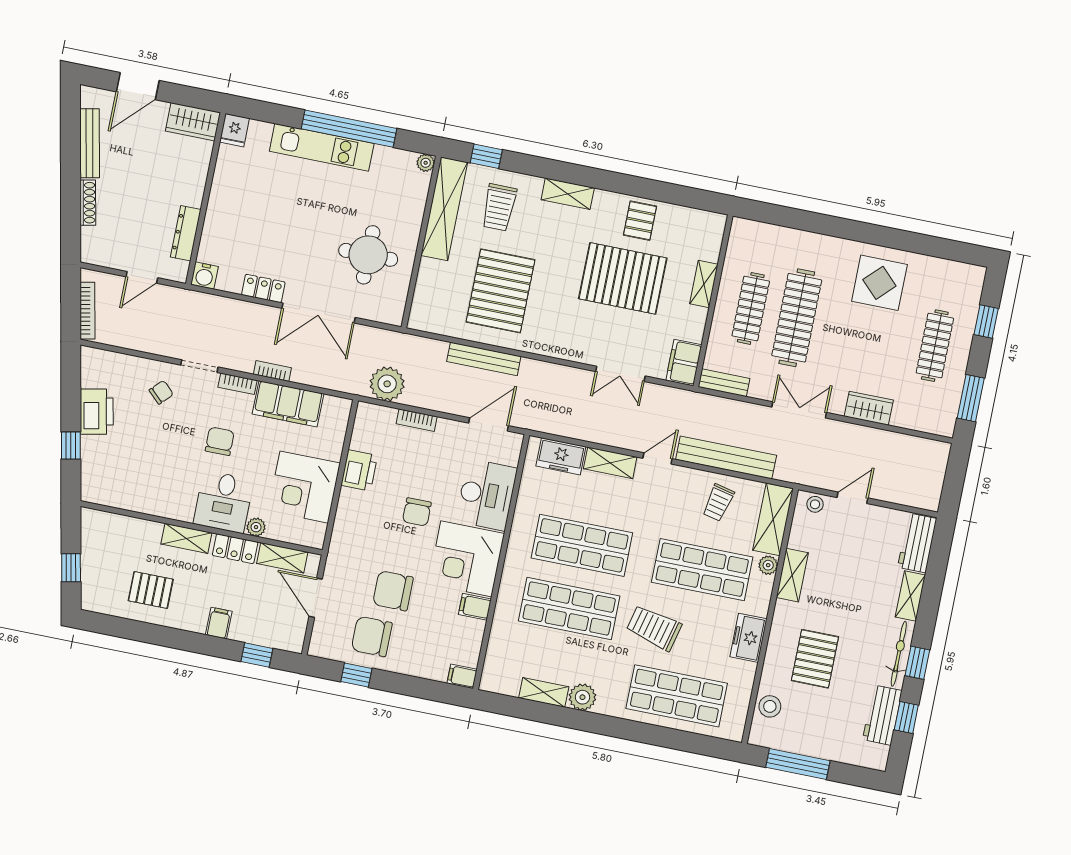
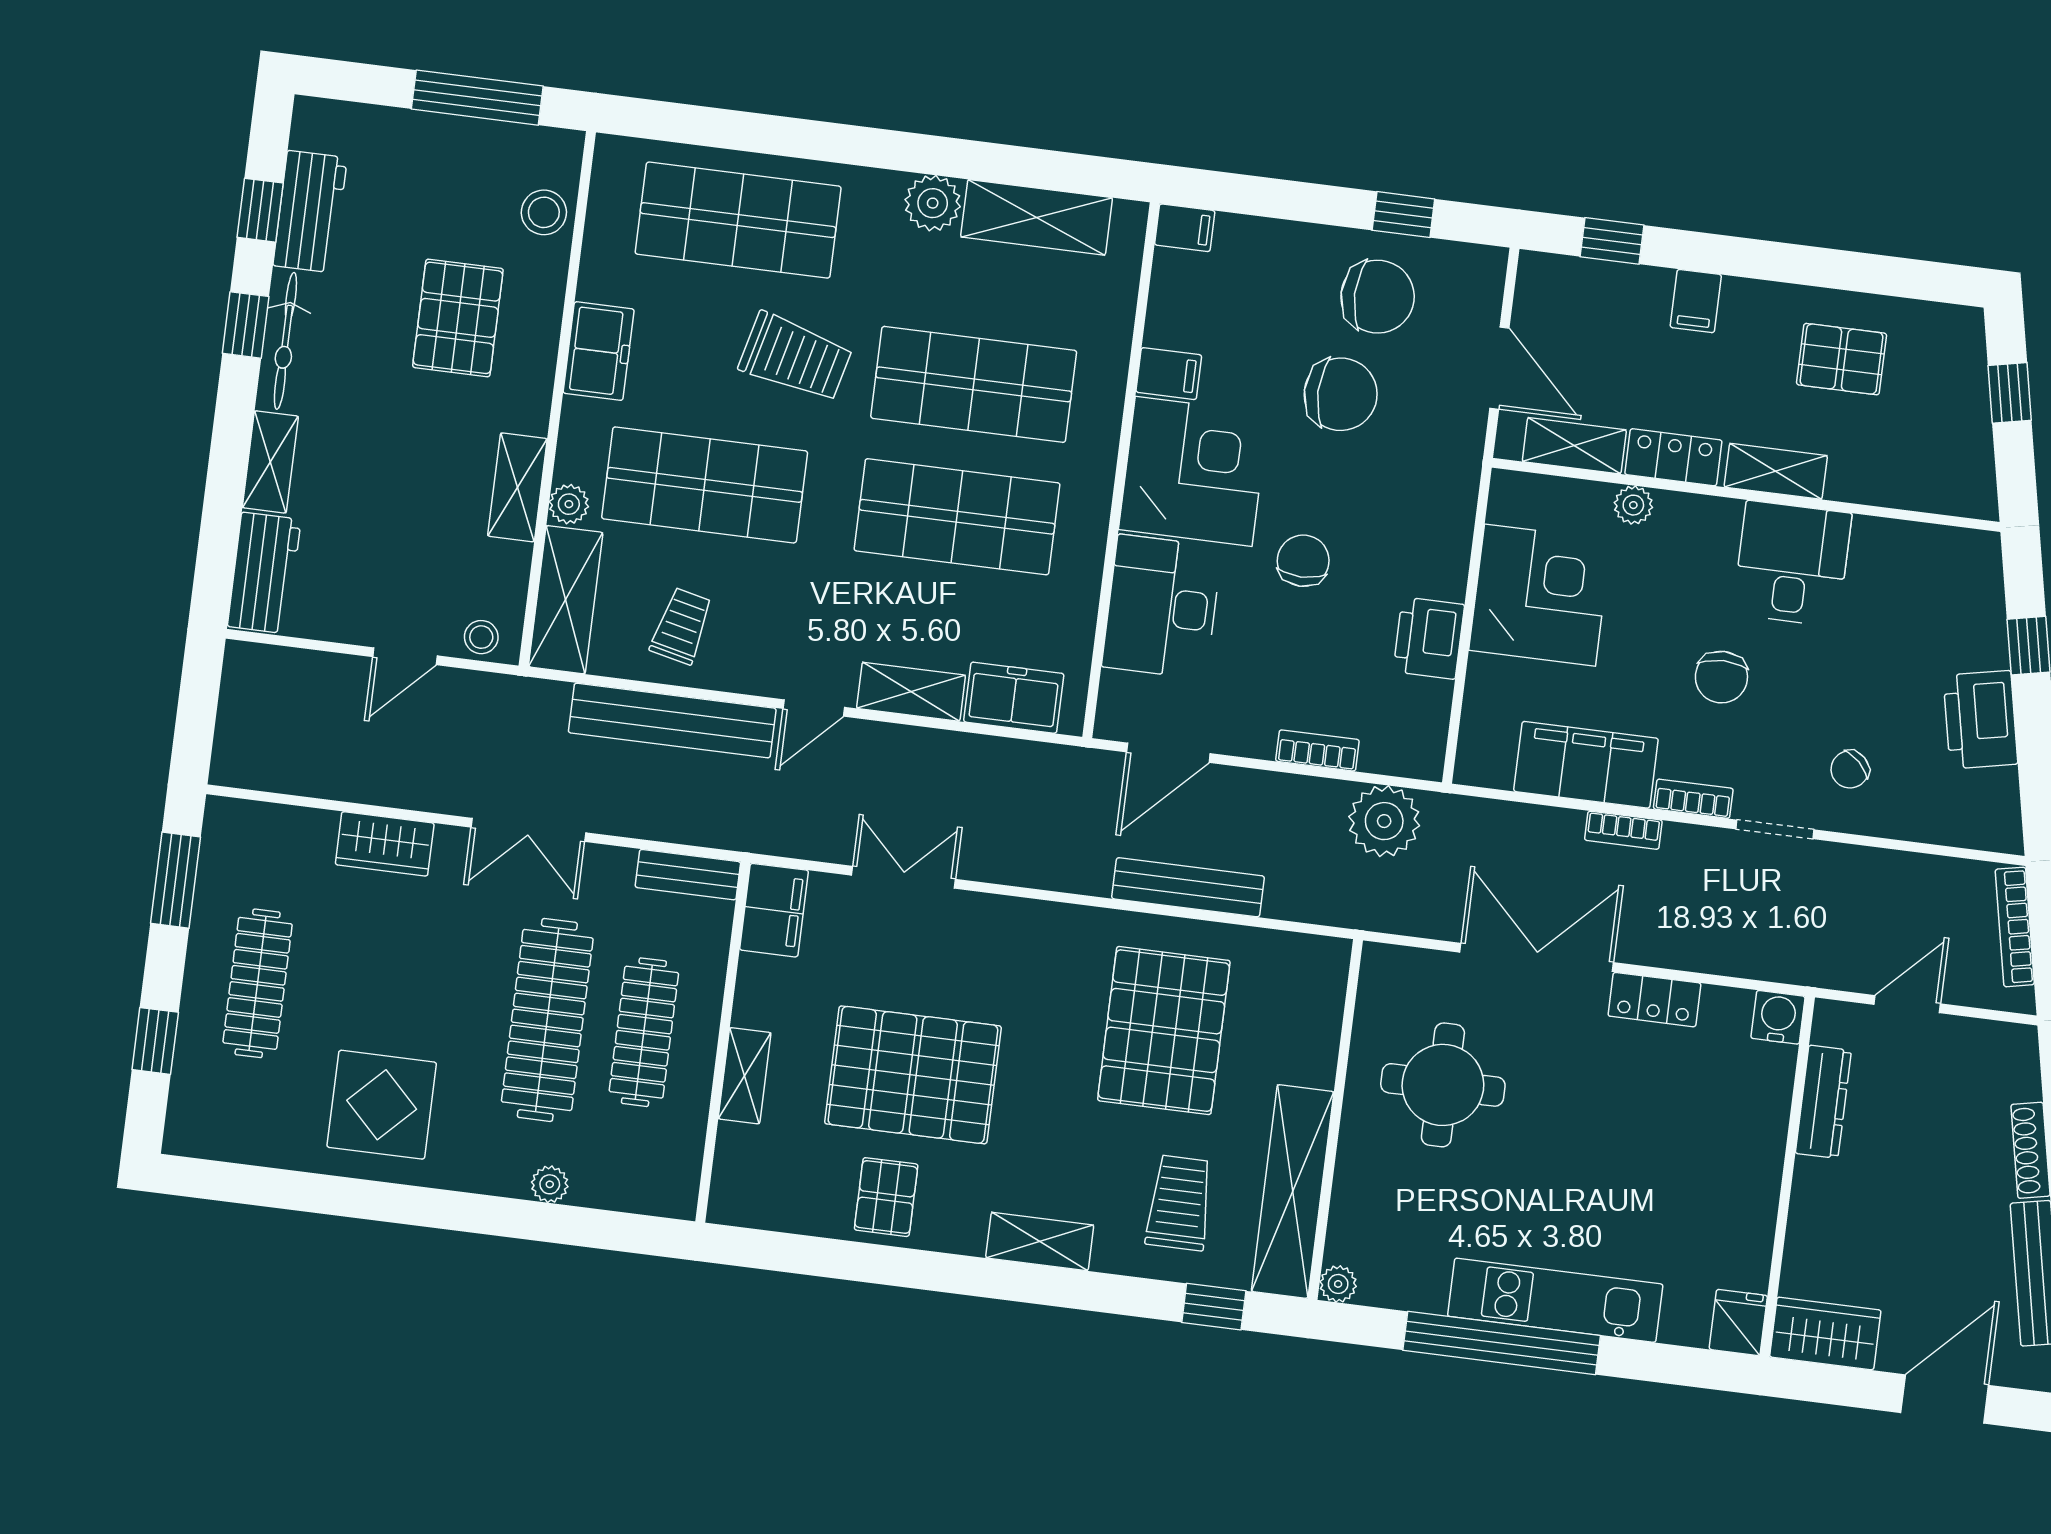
plant: (801, 239) -> (550, 1184), added
desk: (223, 502) -> (1792, 564), moved
shelving: (544, 692) -> (1037, 217), width x1.50, depth x1.33

